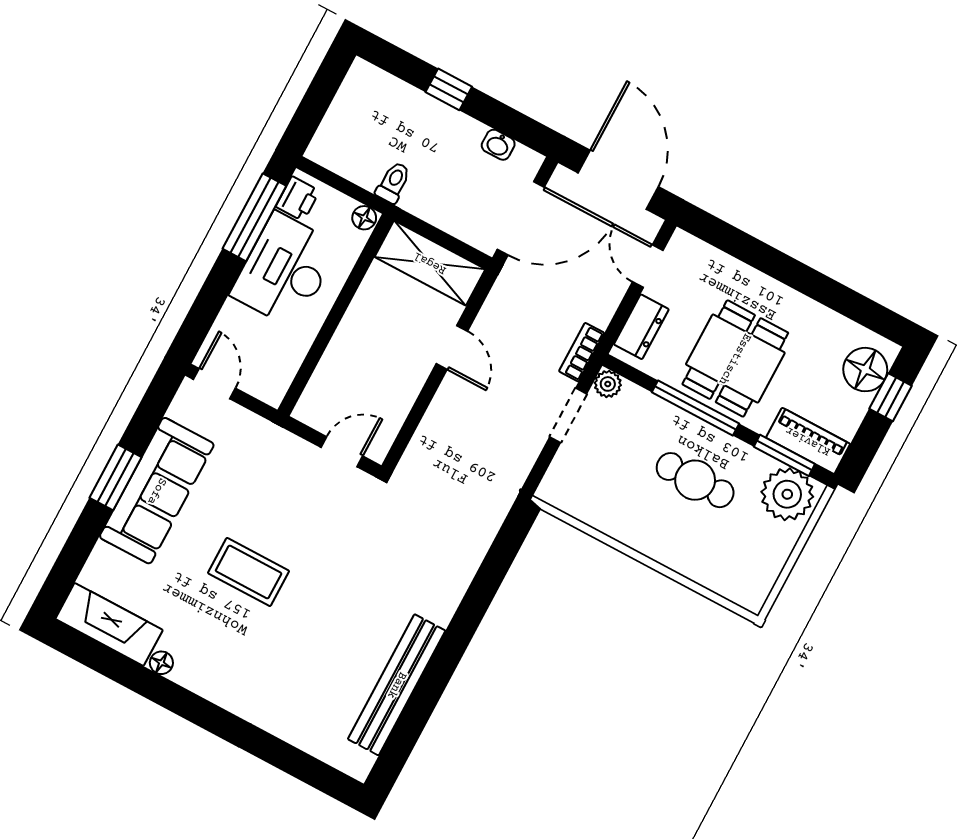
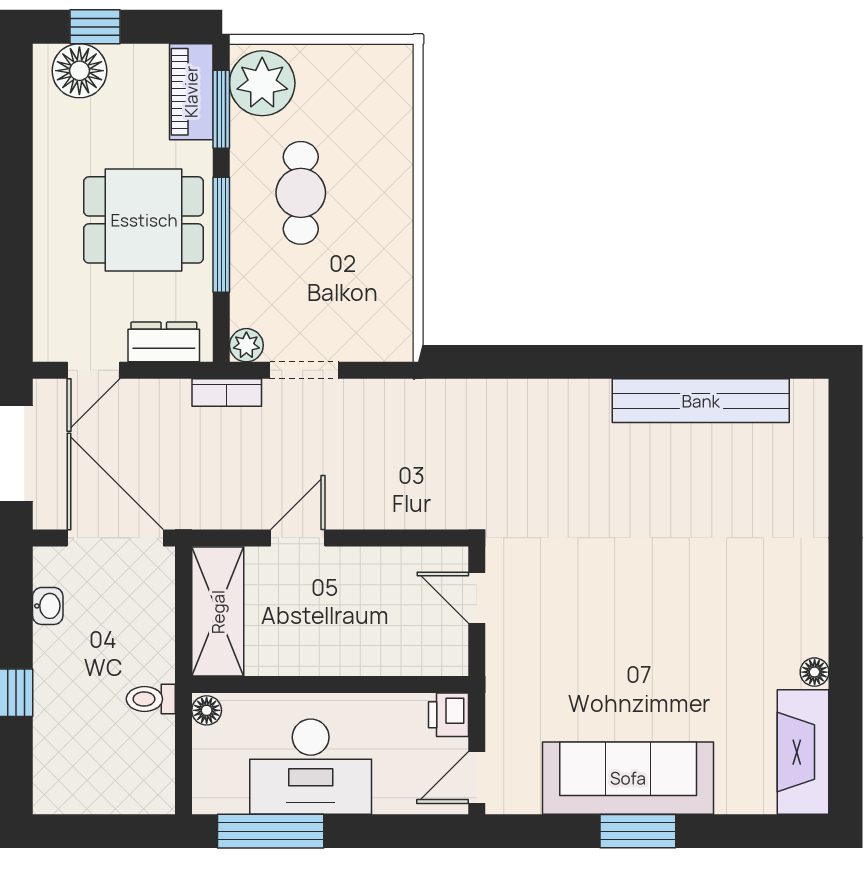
printer: (298, 199) -> (449, 715), moved, turned -90
coffee table: (249, 572) -> (664, 630), removed

